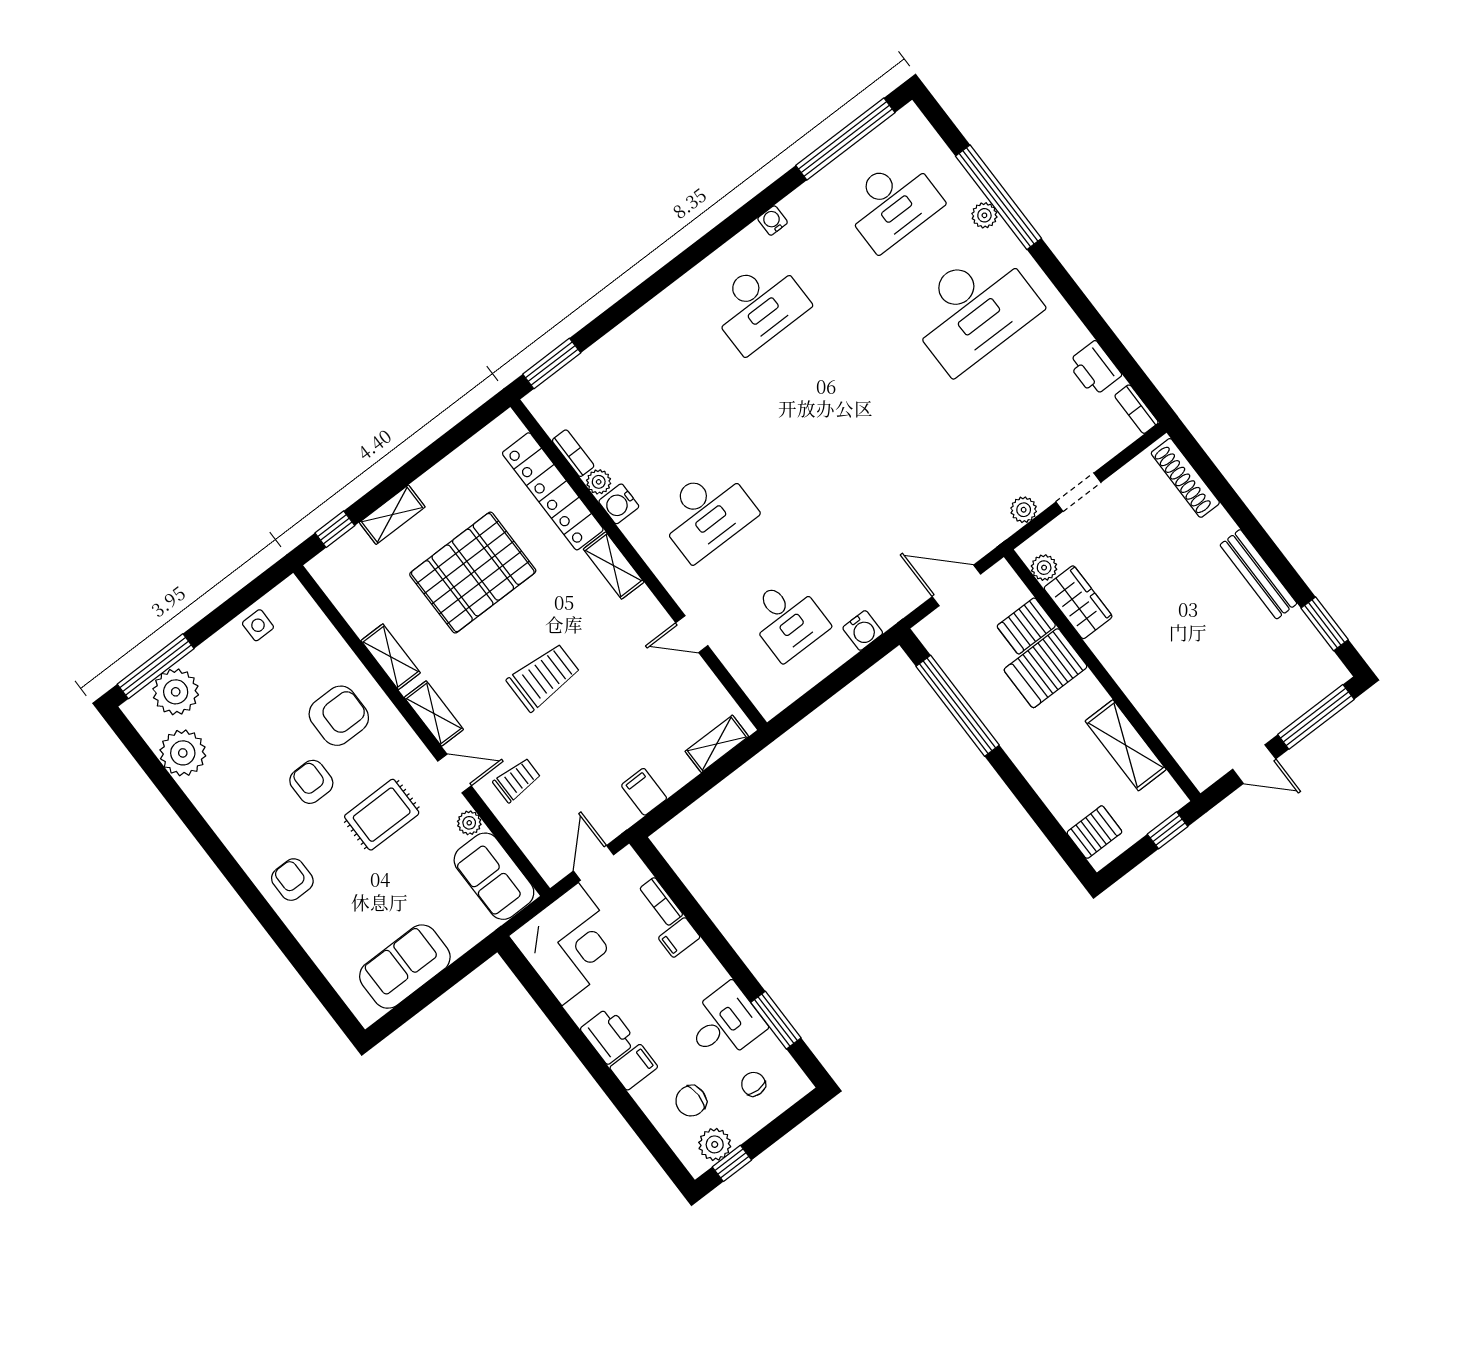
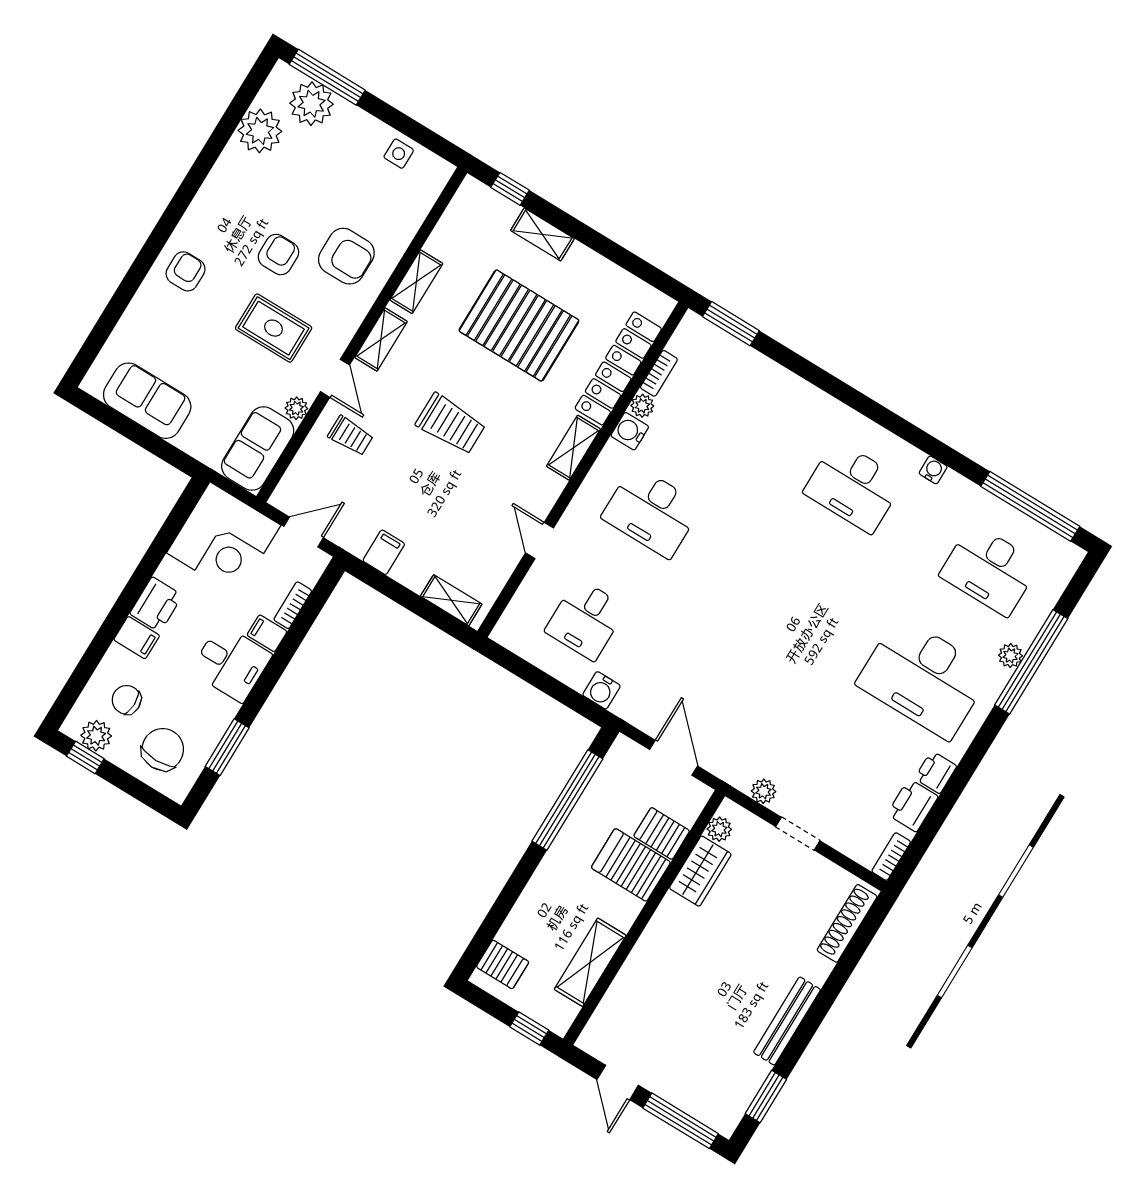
printer: (1071, 333) -> (936, 772), added
desk: (725, 1023) -> (231, 663), moved
chair: (753, 1084) -> (163, 749), width x1.87, depth x1.87

